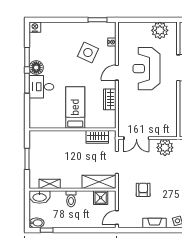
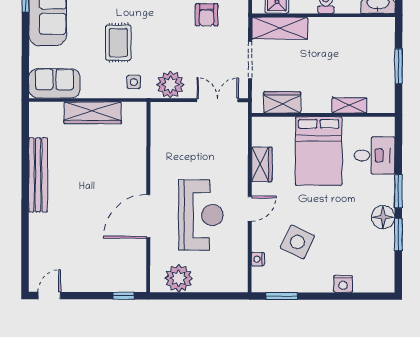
nightstand: (35, 27) -> (343, 284), moved
desk: (41, 87) -> (375, 155), moved
bed: (75, 107) -> (319, 151), width x1.50
shelving: (50, 184) -> (349, 105), moved

